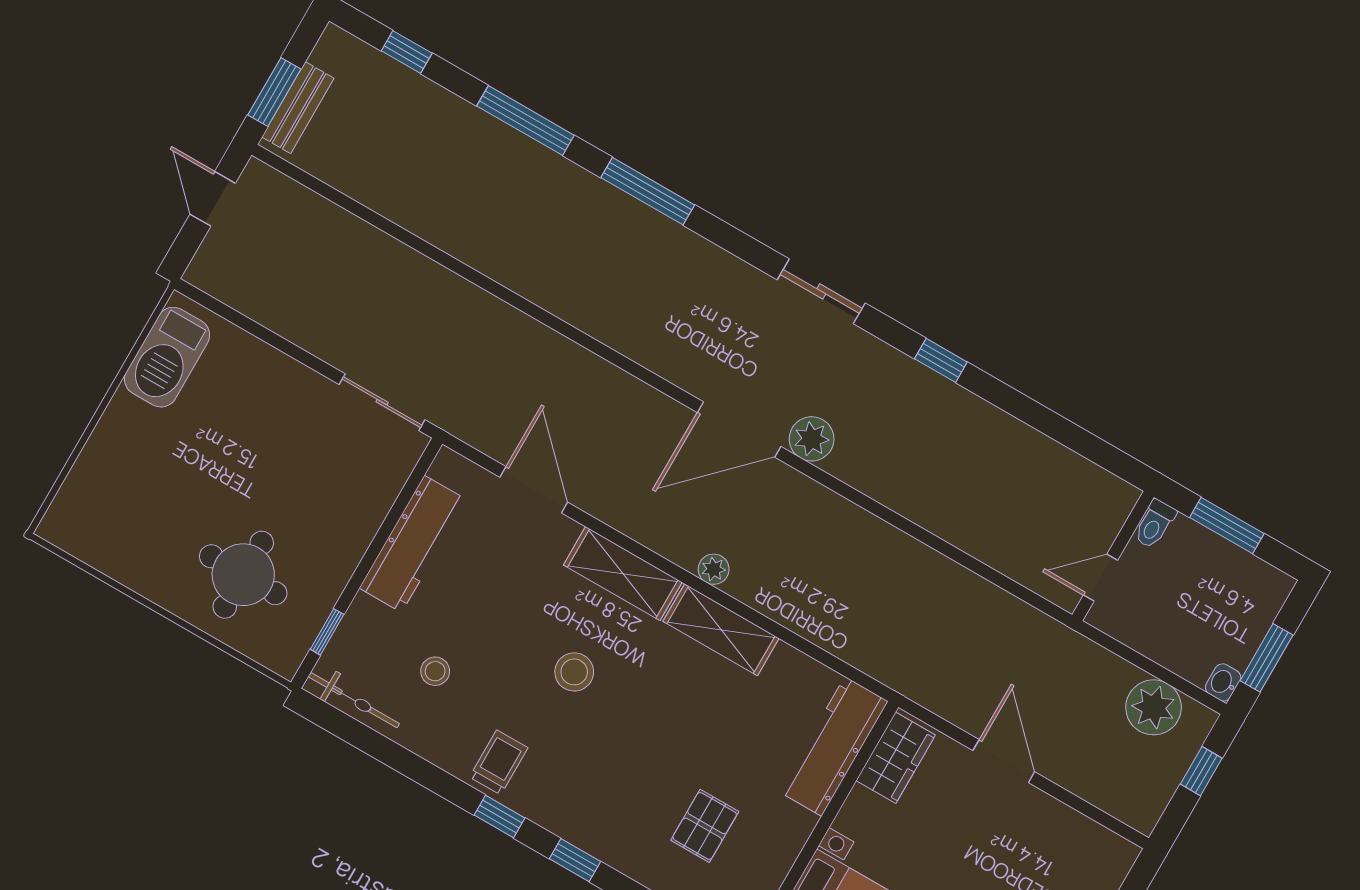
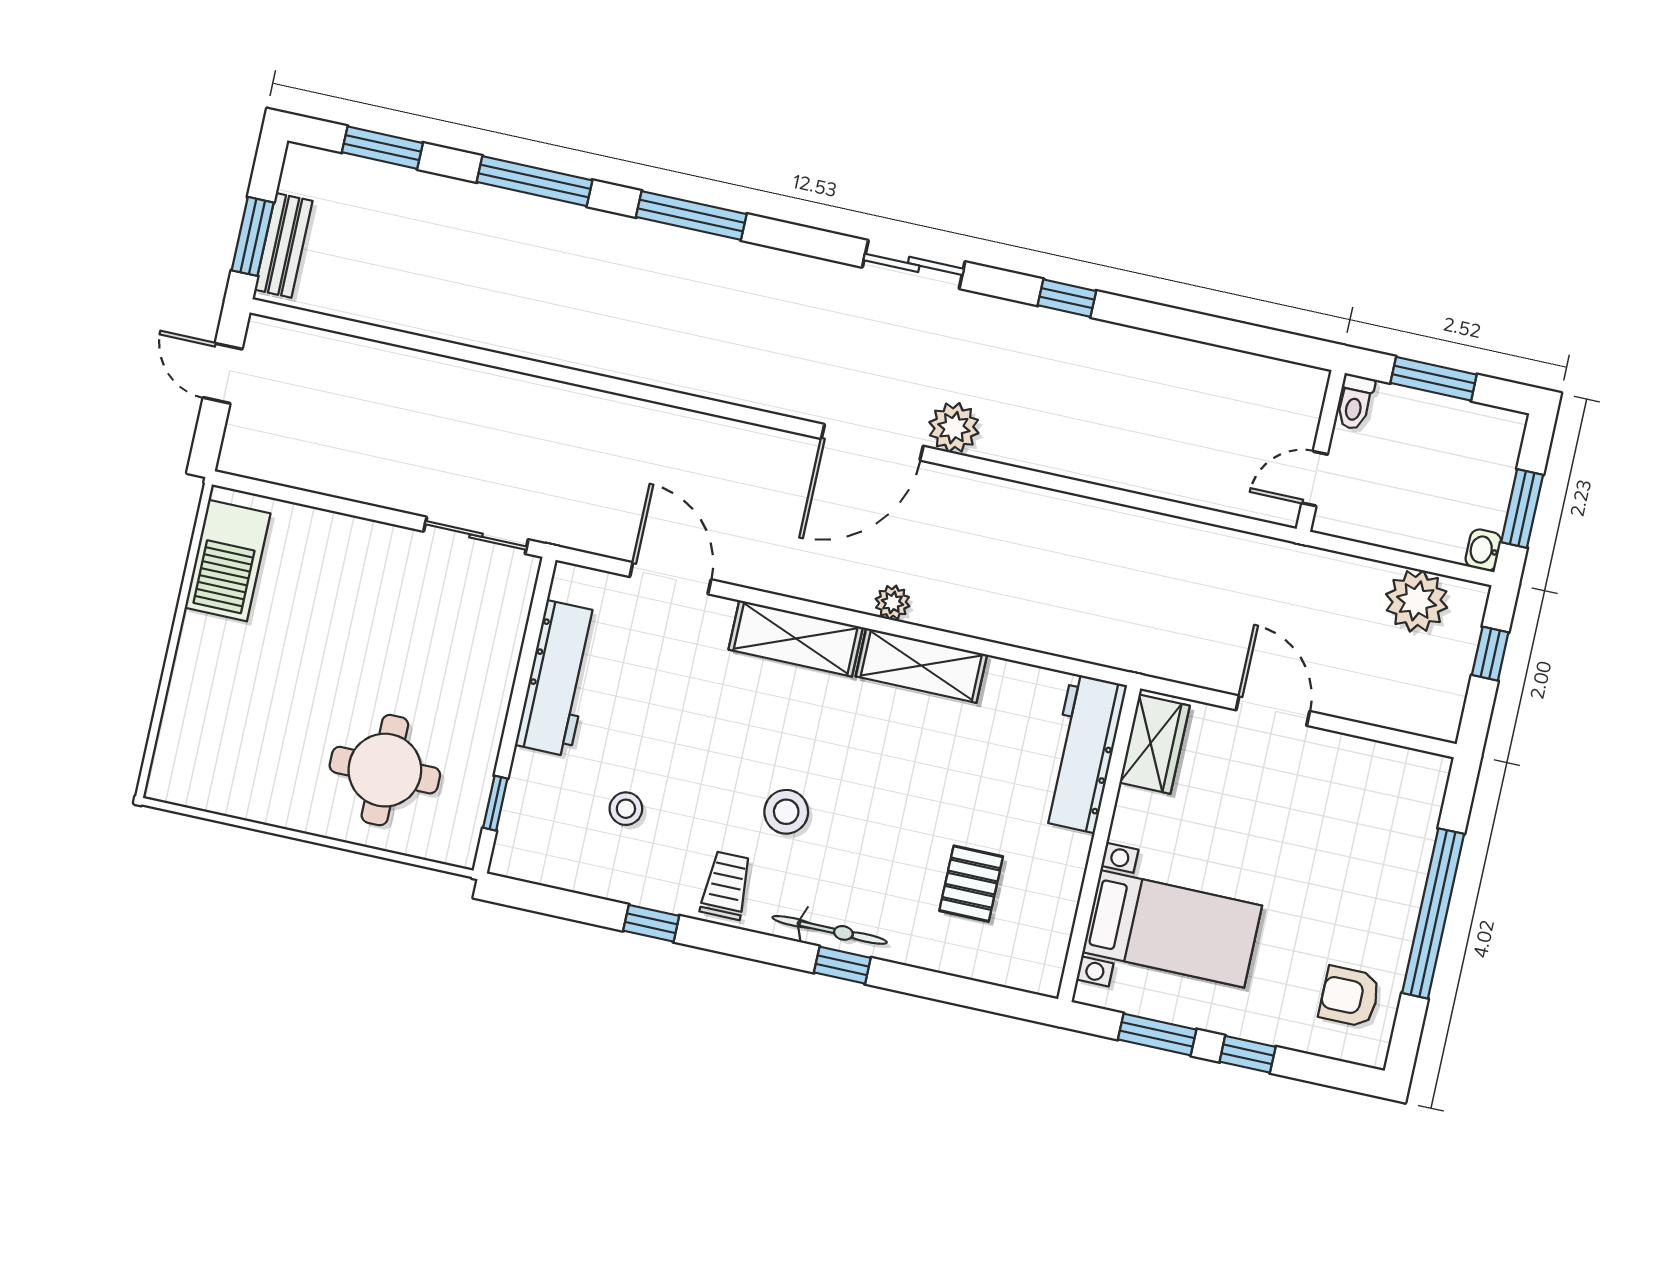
window: (407, 52) -> (382, 148), width x1.50
stool: (574, 672) -> (786, 812), moved
bicycle: (354, 700) -> (830, 930), moved
window: (500, 817) -> (651, 923), moved

